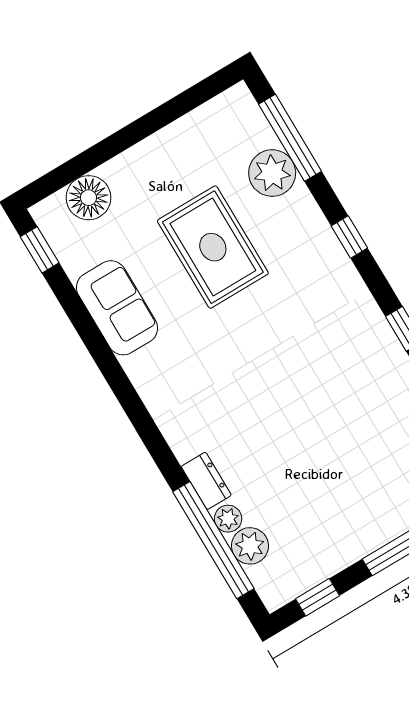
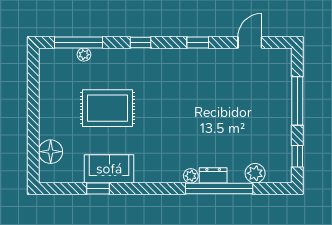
plant: (272, 173) -> (84, 55), width x0.53, depth x0.53
window: (40, 250) -> (98, 188), moved
plant: (228, 519) -> (191, 176), moved
window: (213, 540) -> (219, 188), moved

